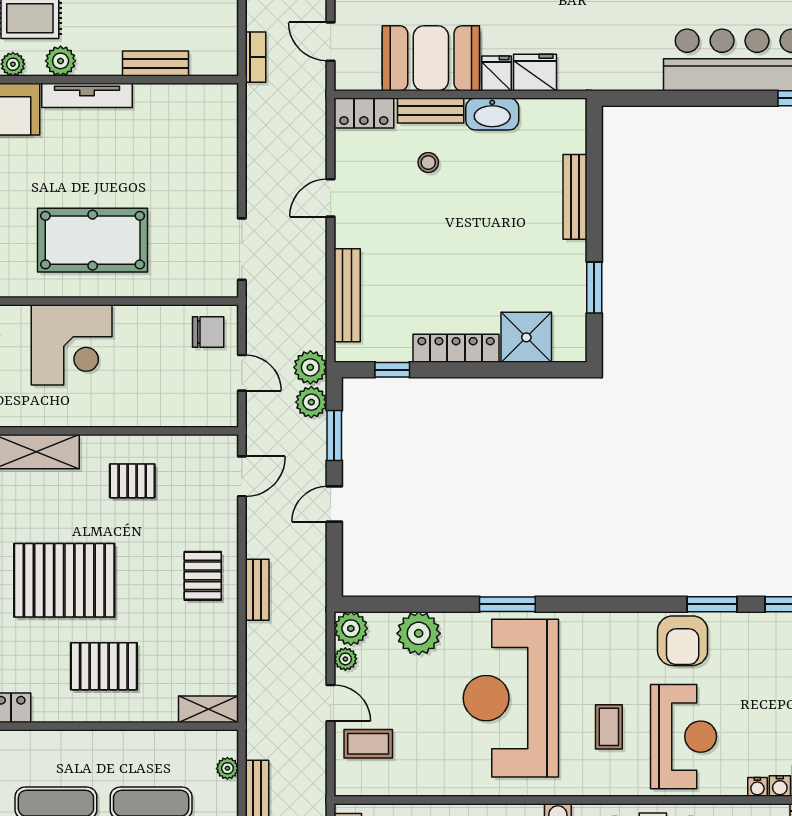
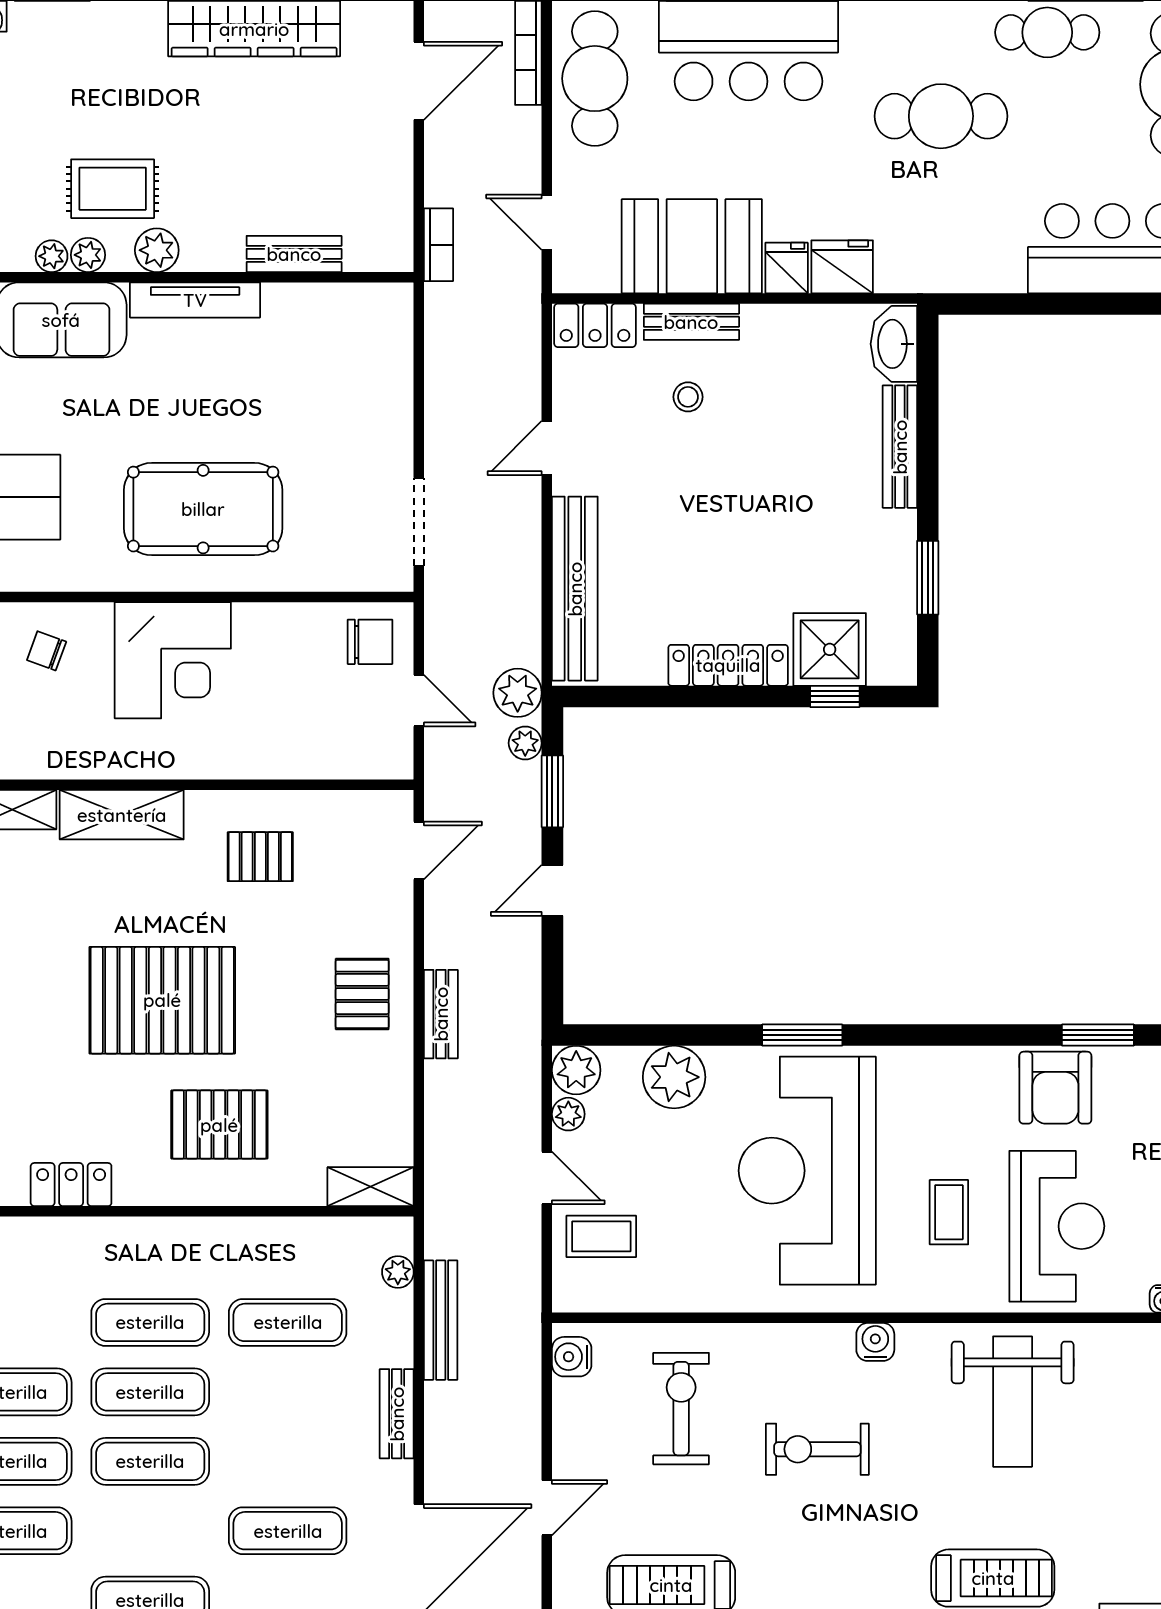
washbasin: (492, 114) -> (894, 344), moved, turned 90
bench: (347, 295) -> (575, 589), width x1.37, depth x1.21
window: (392, 370) -> (835, 696), moved
plant: (311, 402) -> (525, 743), width x0.73, depth x0.73

